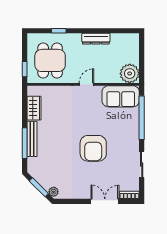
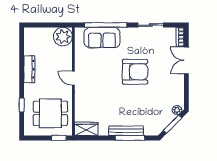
sofa: (121, 96) -> (102, 38), moved, turned 90
wardrobe: (34, 108) -> (86, 129), moved

